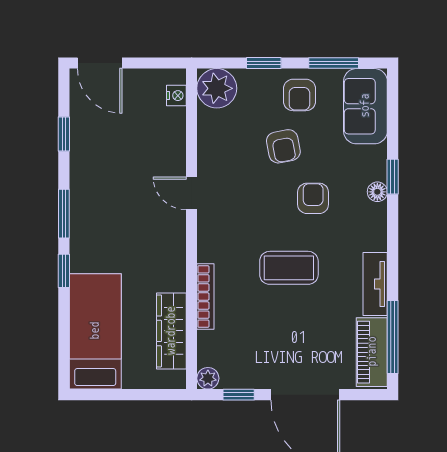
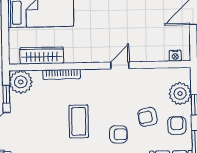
plant: (217, 88) -> (180, 94), moved
armchair: (299, 95) -> (177, 126), turned 90
plant: (208, 378) -> (21, 82), width x1.87, depth x1.87

